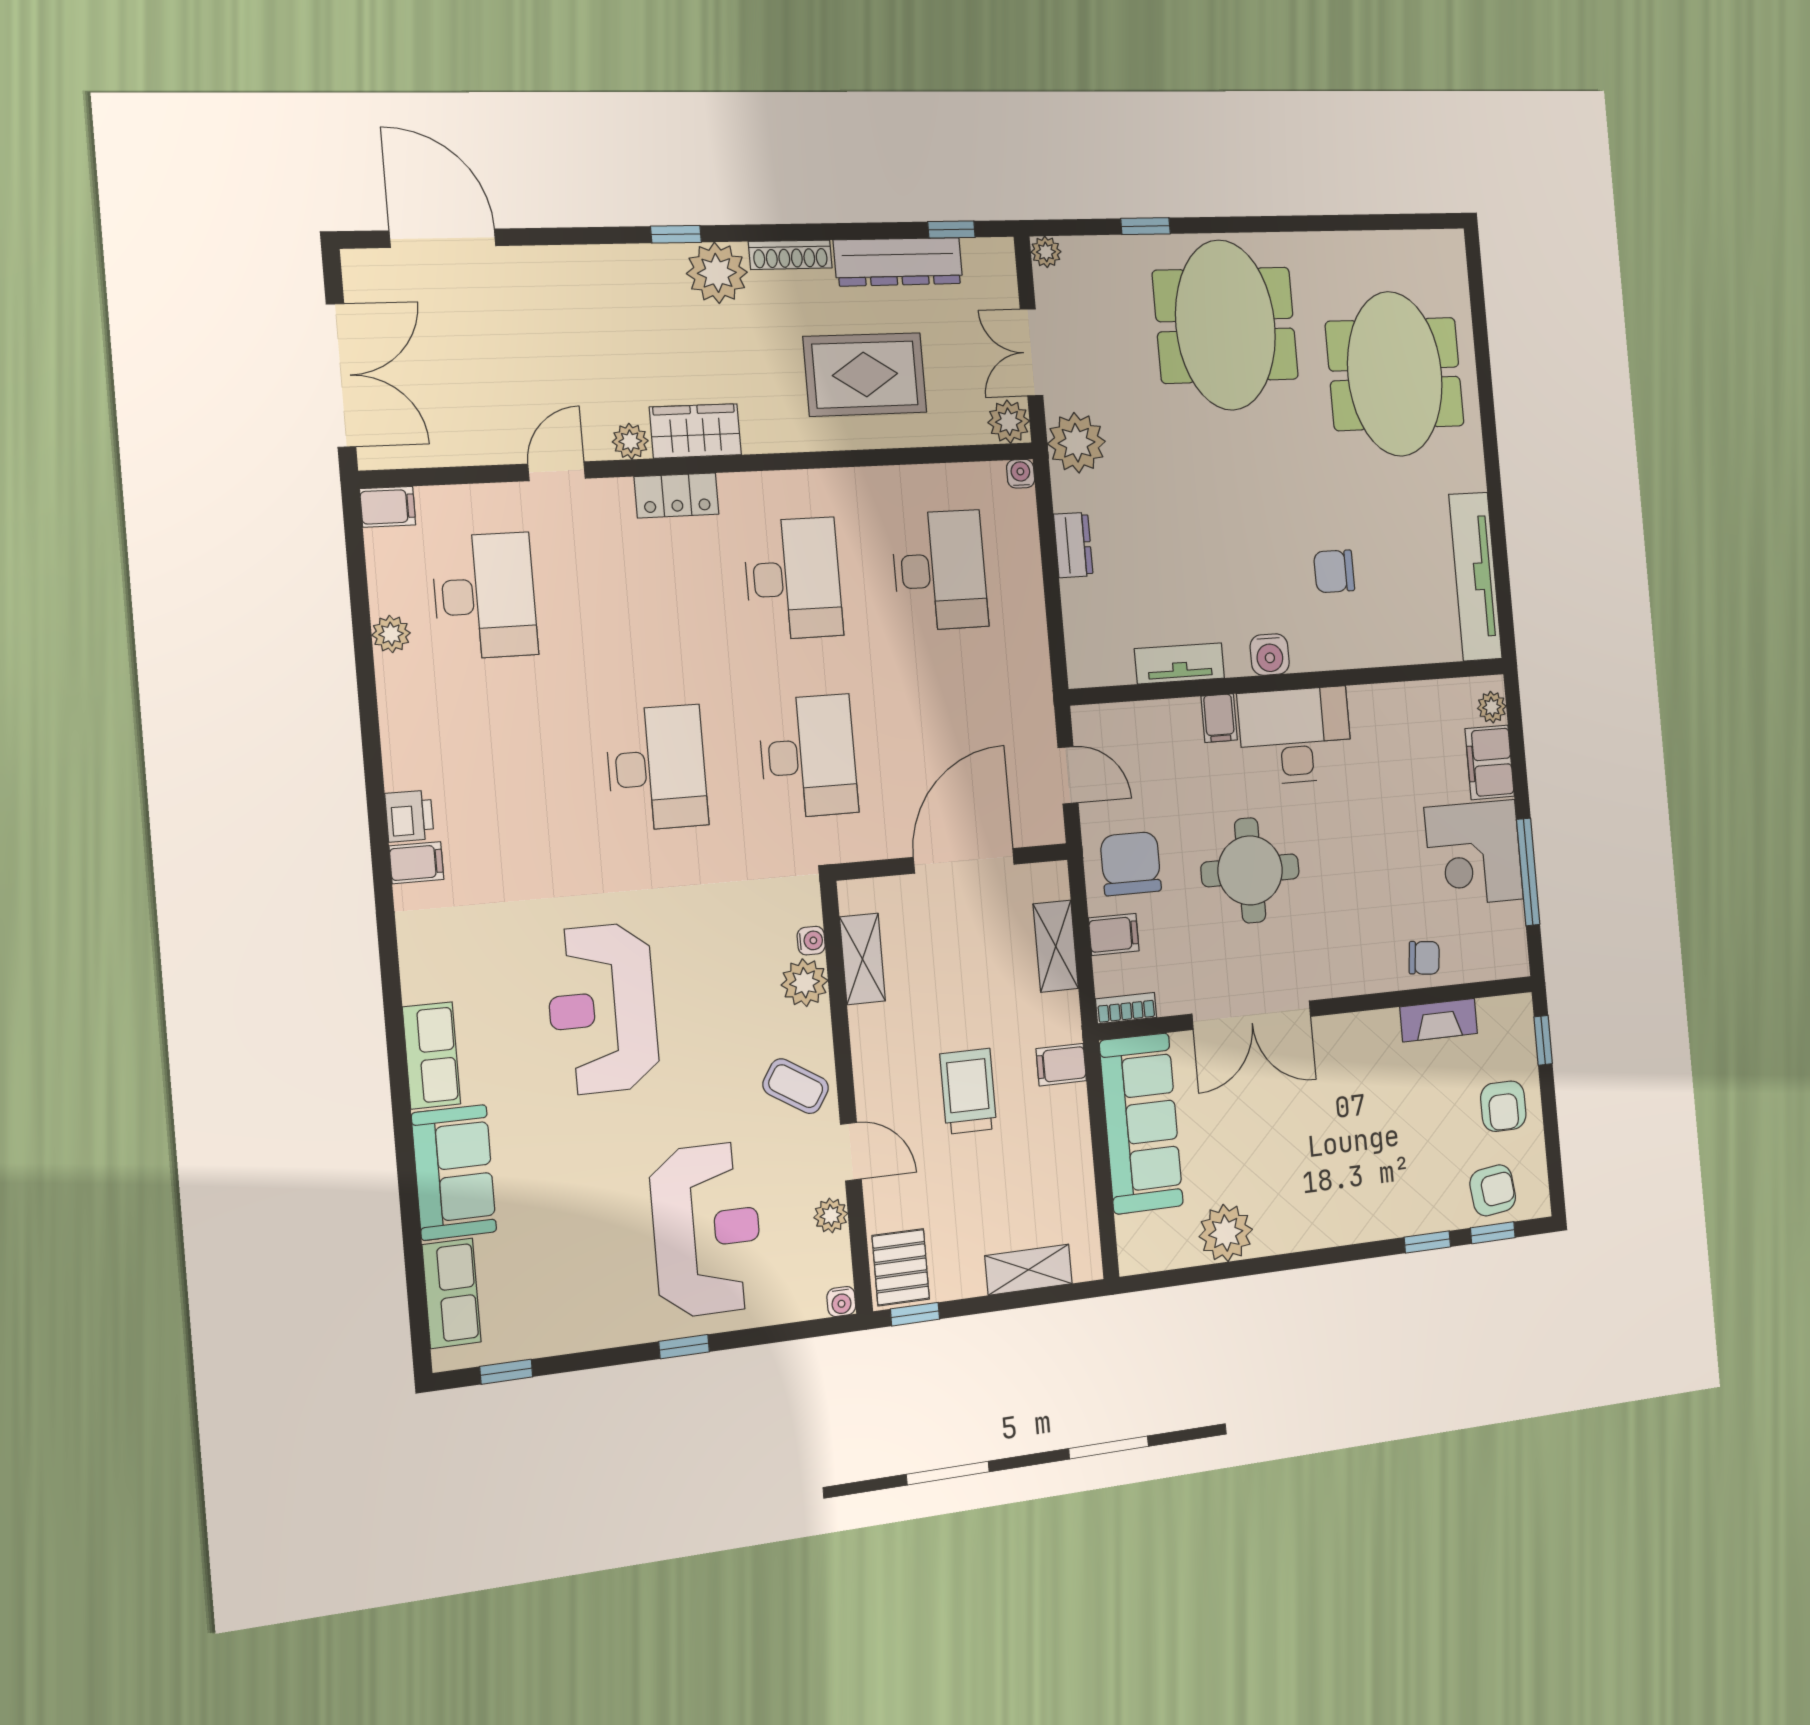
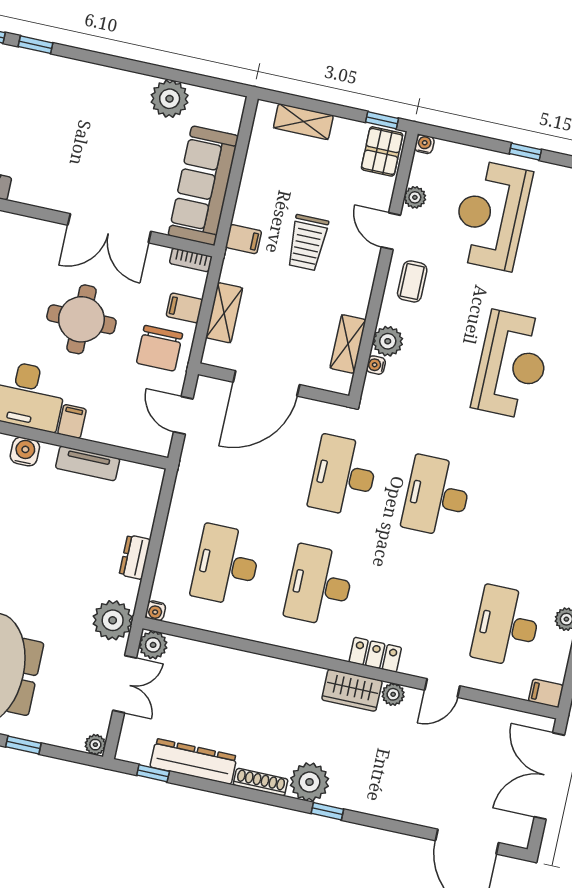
rug: (865, 374) -> (236, 698), removed
double door: (1252, 1015) -> (109, 228), swing flipped
coffee table: (796, 1086) -> (412, 281), turned 58

